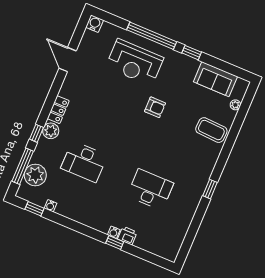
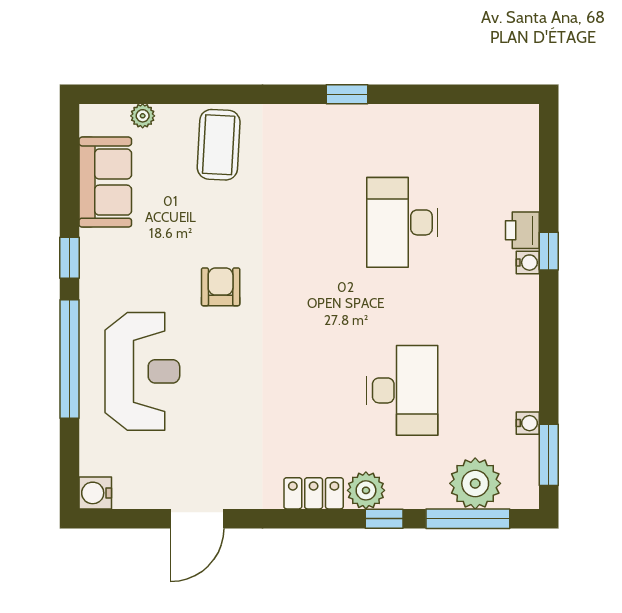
window: (34, 209) -> (549, 455), width x1.50

